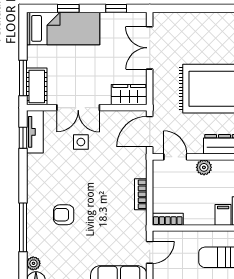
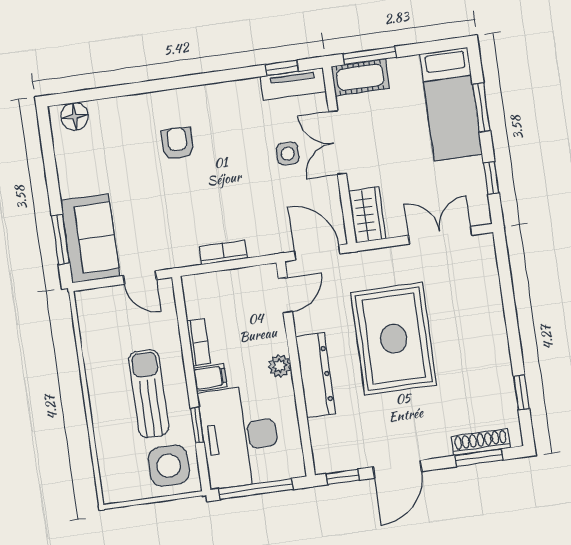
window: (68, 8) -> (481, 107), width x1.50
plant: (204, 167) -> (280, 366), moved
bookcase: (168, 219) -> (199, 342), moved
window: (23, 227) -> (150, 86), removed
plant: (33, 263) -> (100, 109), removed

